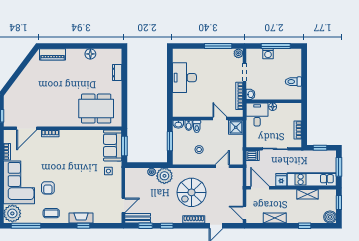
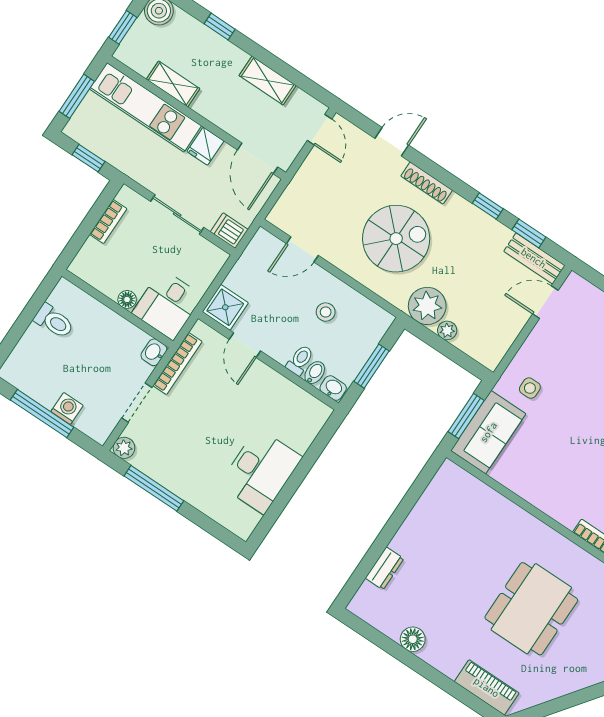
dining table: (96, 109) -> (531, 609), moved, turned 90

